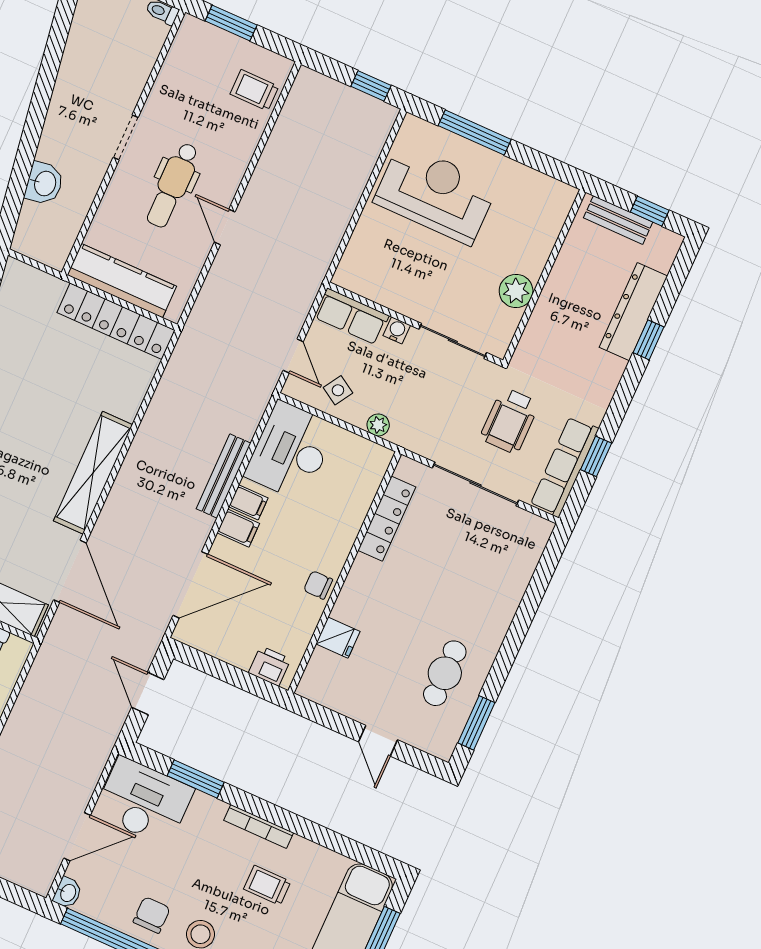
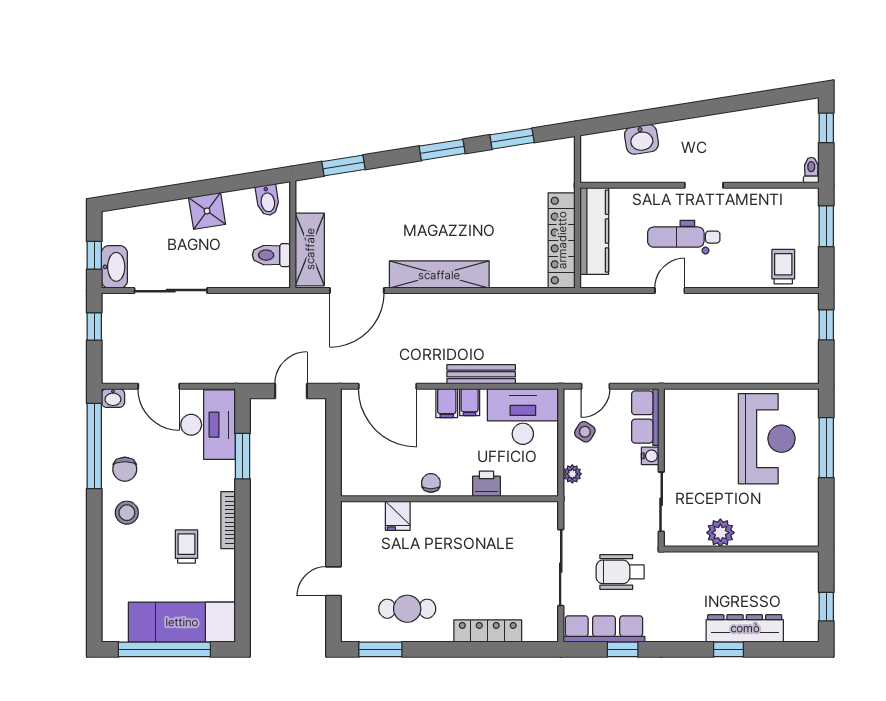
window: (371, 86) -> (826, 325), moved
bench: (618, 220) -> (809, 586), removed
locker: (387, 519) -> (488, 631), moved, turned 180
printer: (270, 666) -> (487, 484), moved, turned -90
chair: (152, 915) -> (125, 469), turned 90

